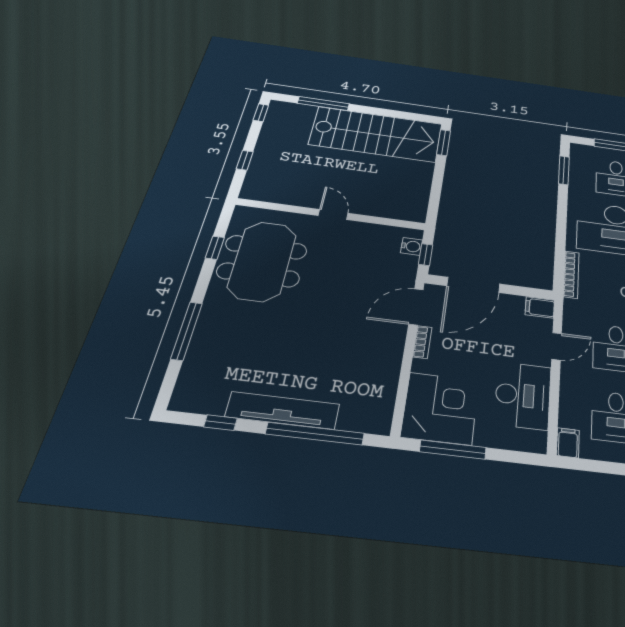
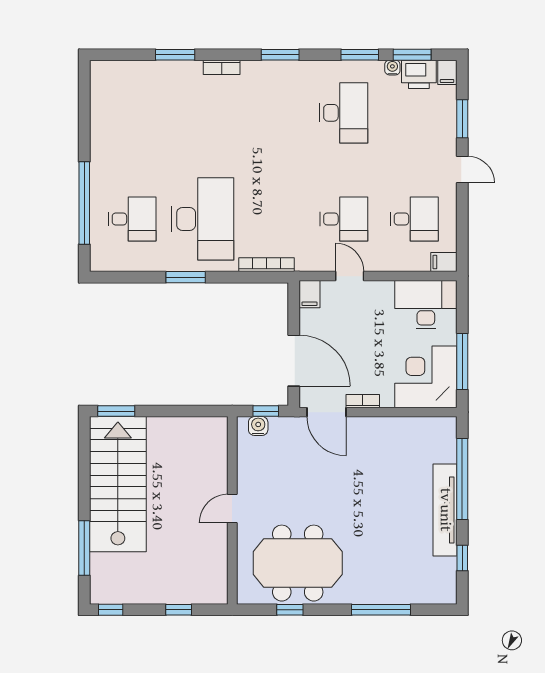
window: (564, 170) -> (186, 277), moved
desk: (523, 395) -> (426, 305), moved

